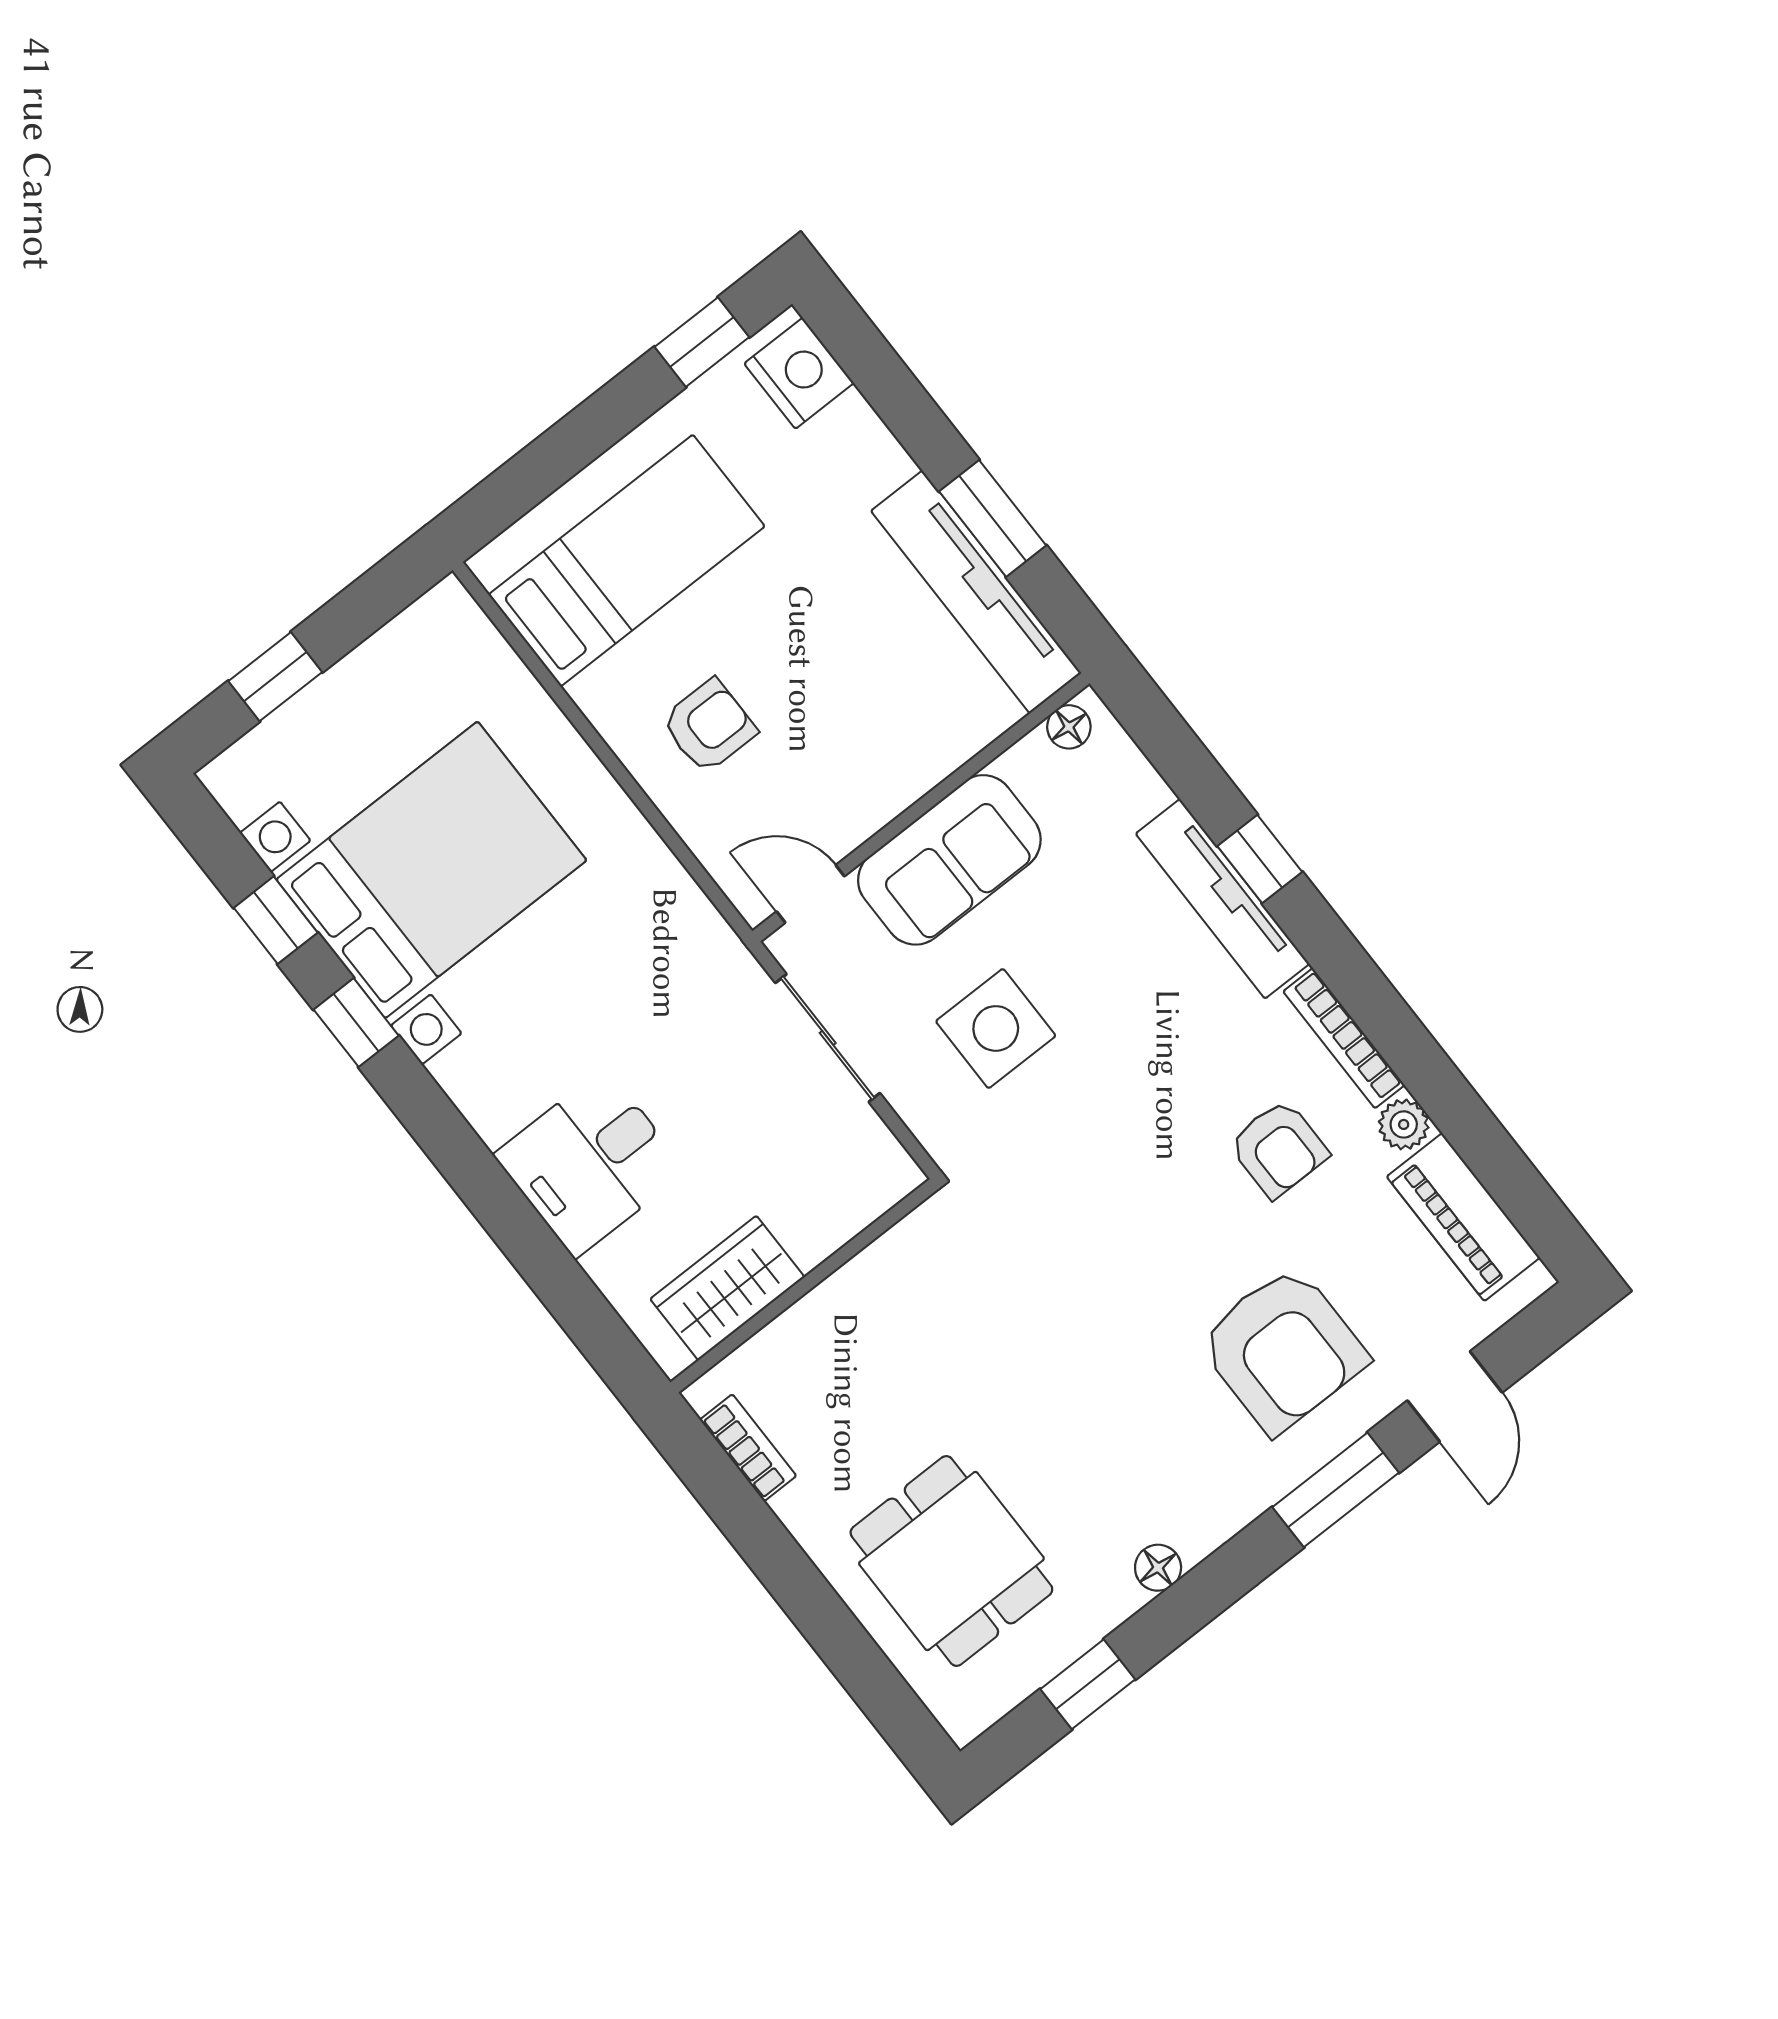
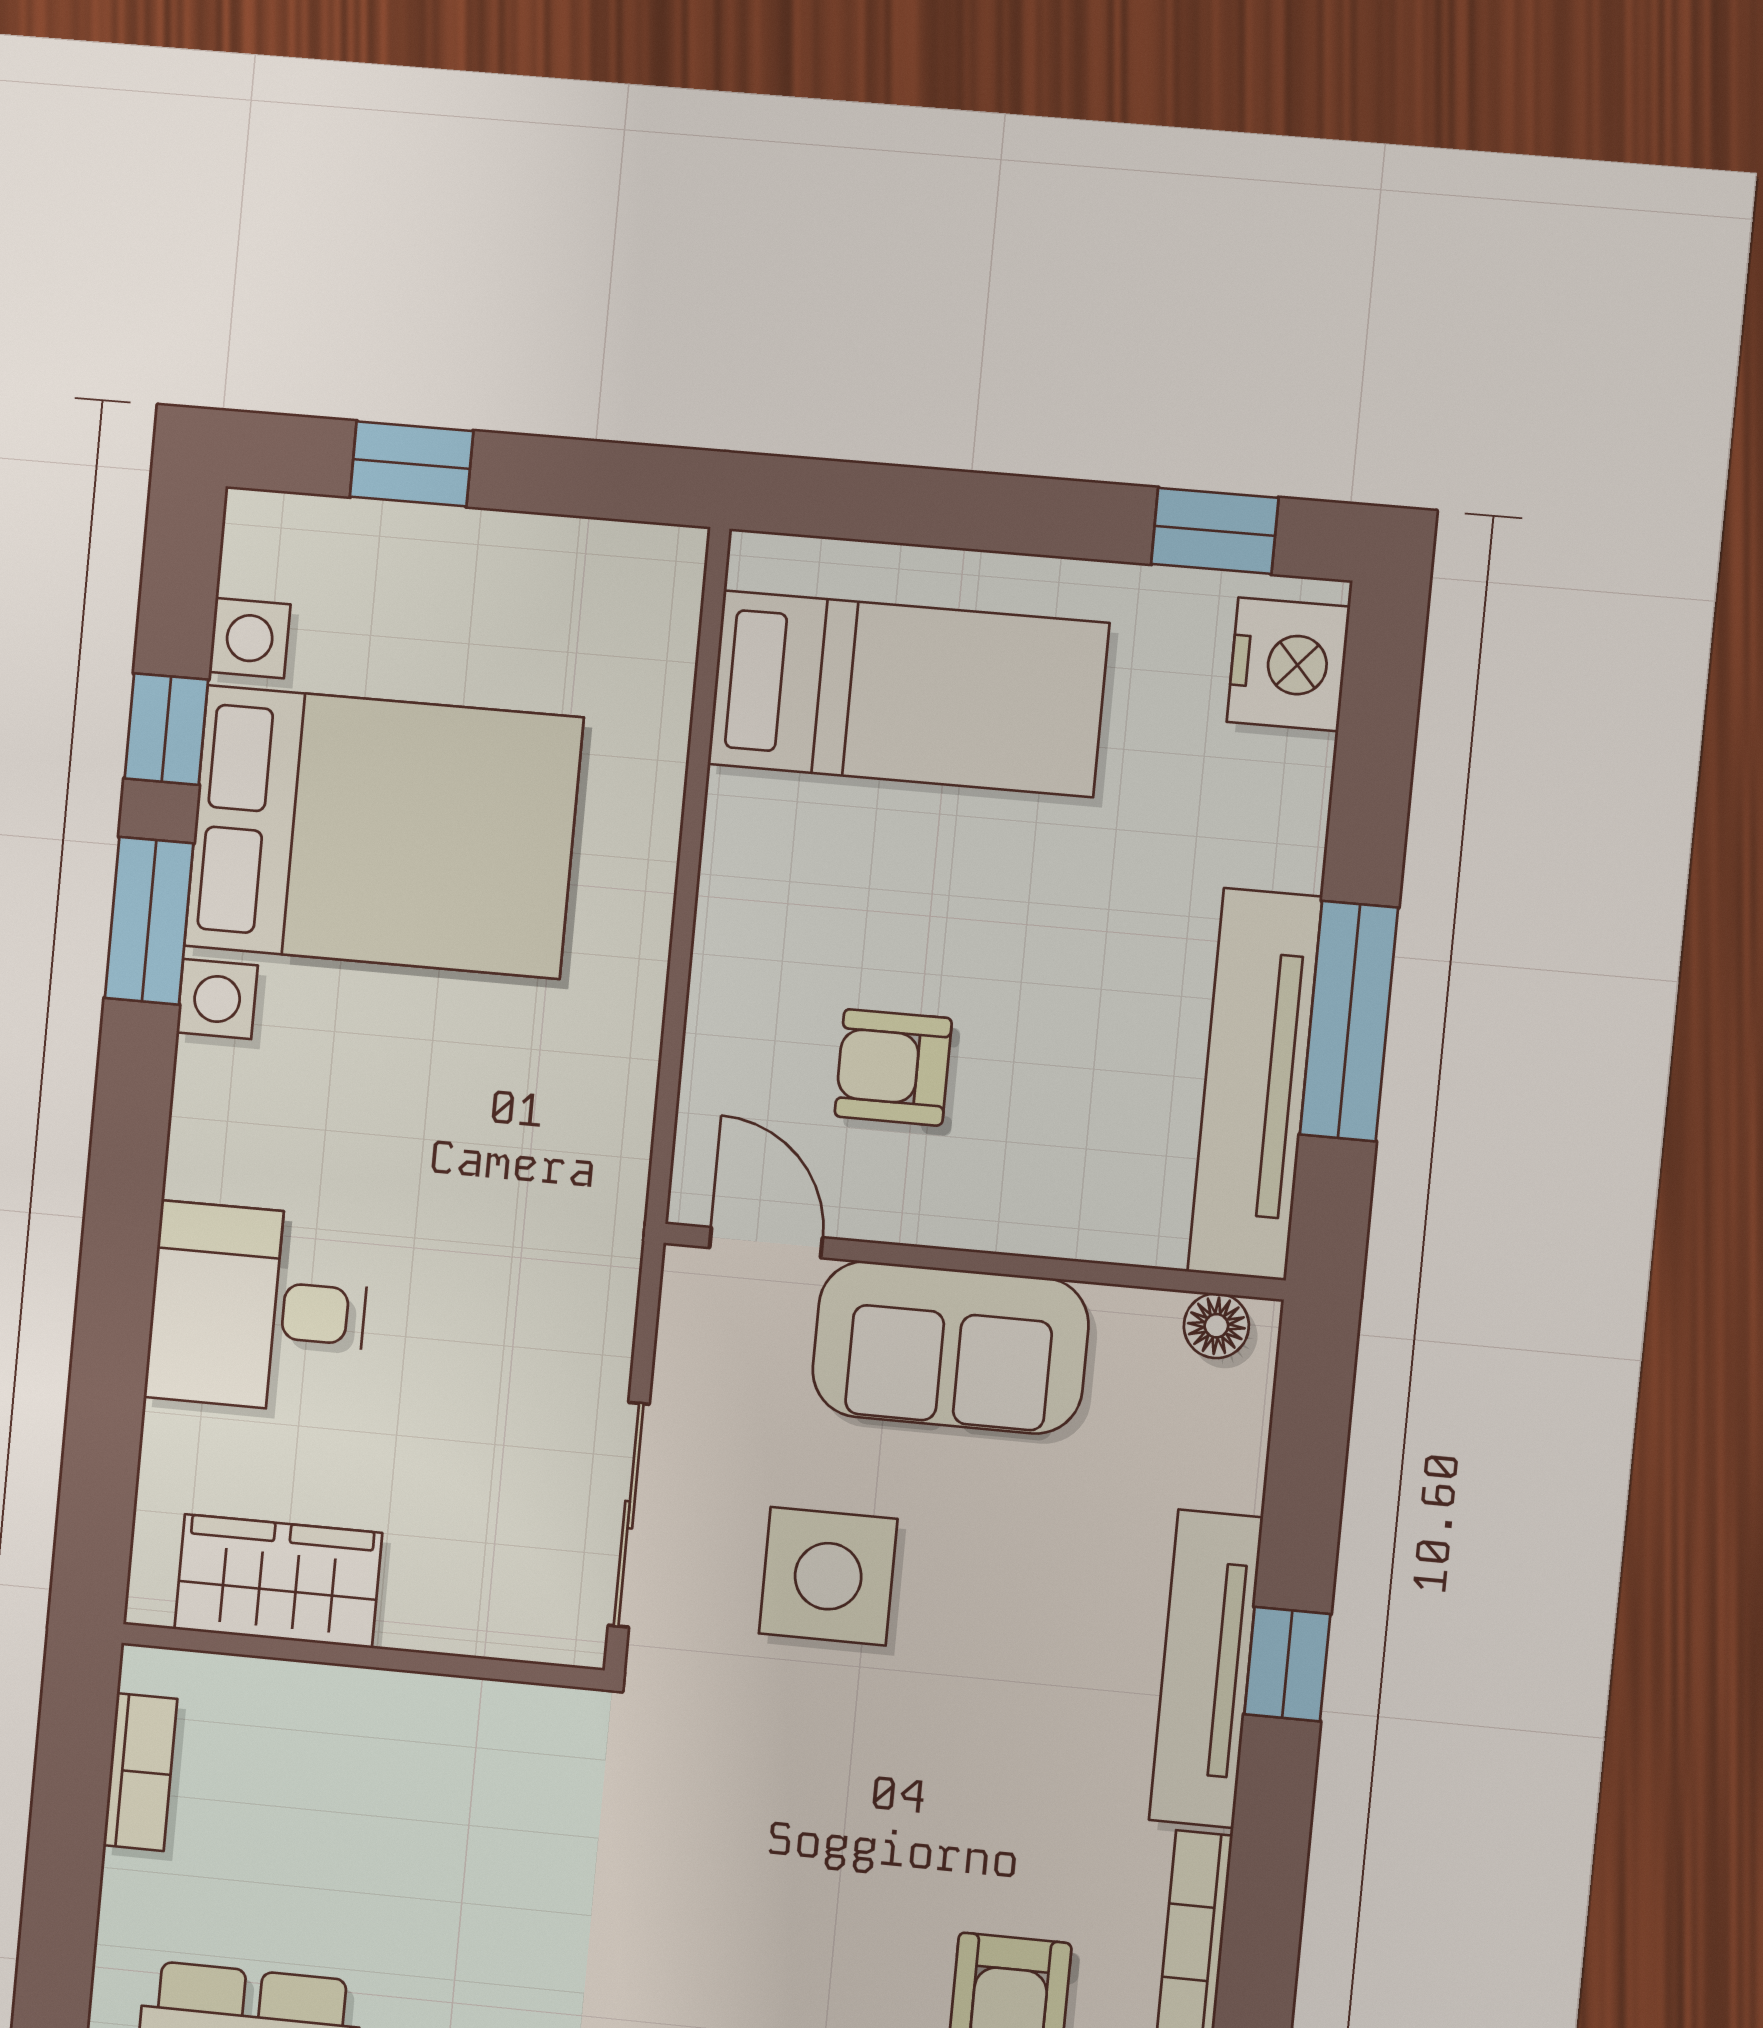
window: (993, 518) -> (1349, 1021), width x1.44
armchair: (709, 726) -> (893, 1067), moved, turned 180
window: (356, 1023) -> (149, 921), width x1.50
sliding door: (828, 1038) -> (629, 1515), moved

